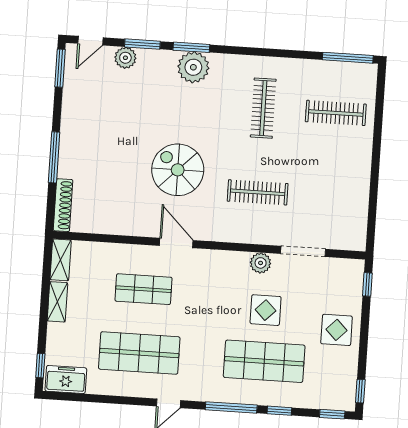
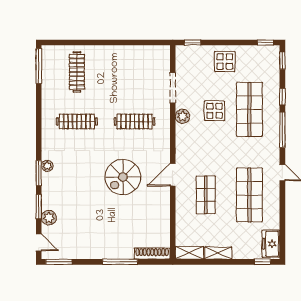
plant: (193, 67) -> (47, 166), width x0.53, depth x0.53
clothes rail: (258, 192) -> (135, 121), turned 90

